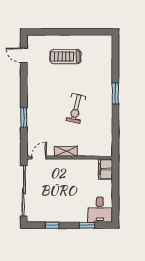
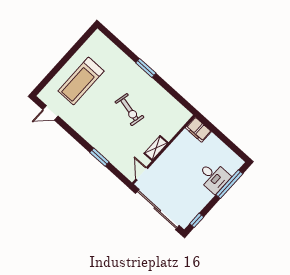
treadmill: (65, 57) -> (81, 81), width x1.37, depth x1.38
desk: (100, 210) -> (214, 177), moved
window: (52, 225) -> (197, 220), moved
window: (87, 225) -> (229, 184), width x2.17

